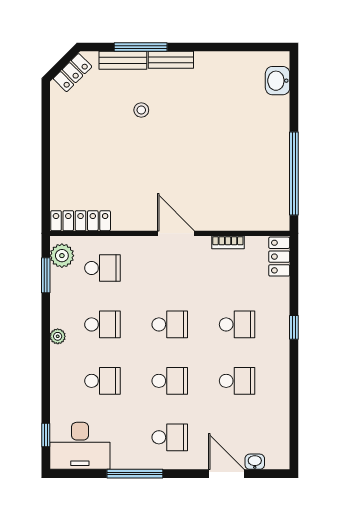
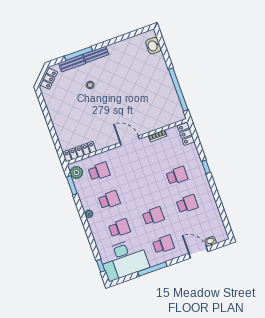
school desk: (170, 324) -> (143, 188), removed
desk: (80, 446) -> (124, 259), width x1.36, depth x1.30

